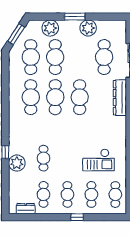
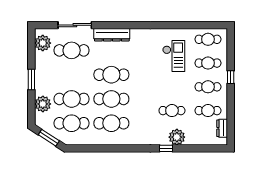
plant: (88, 28) -> (43, 43), moved

